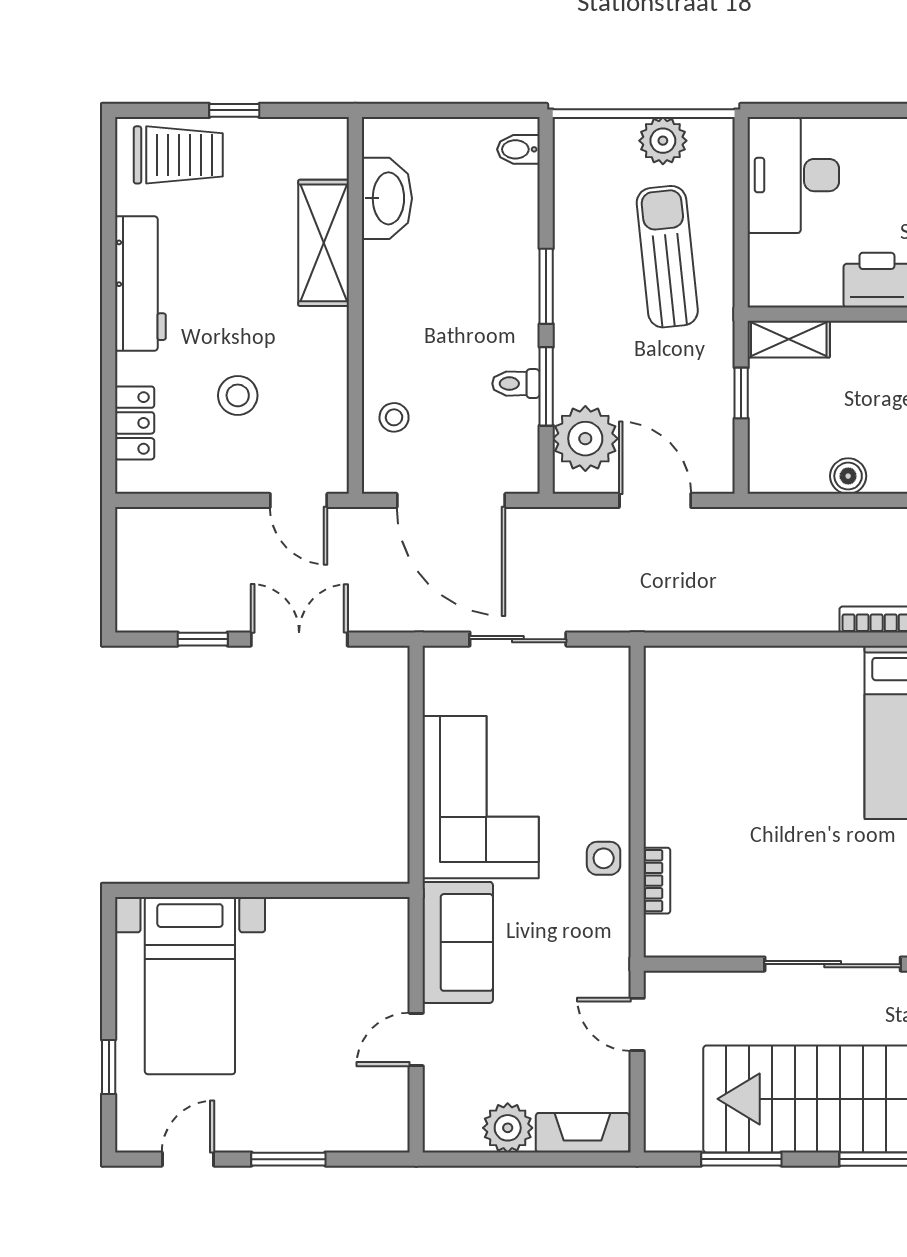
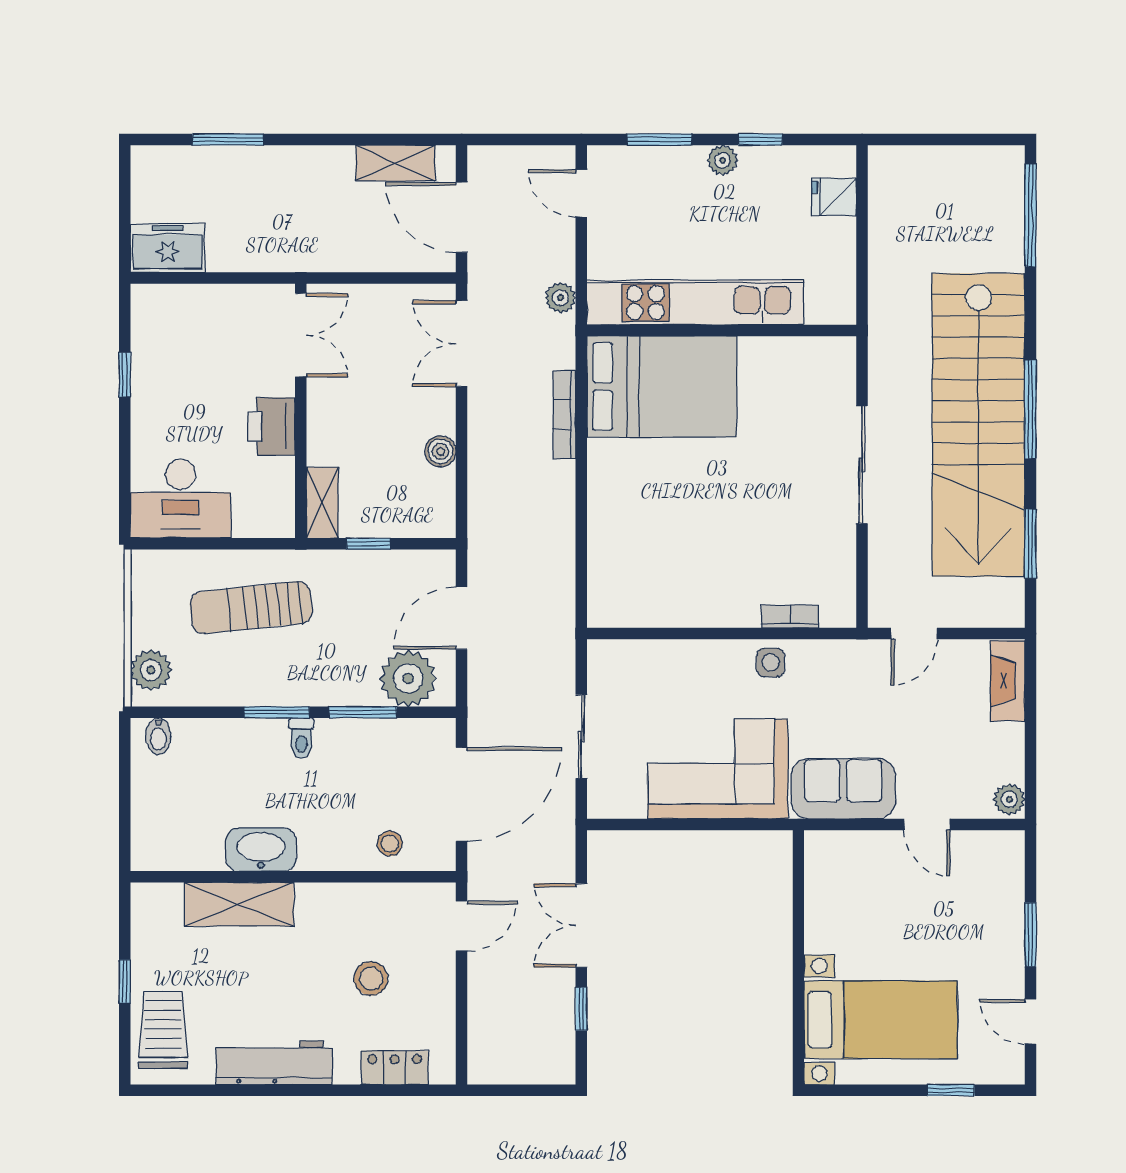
plant: (663, 141) -> (151, 670), moved
washbasin: (387, 198) -> (261, 850), moved
toilet: (516, 384) -> (301, 738), moved
plant: (508, 1128) -> (1009, 799), moved, width x0.73, depth x0.73

